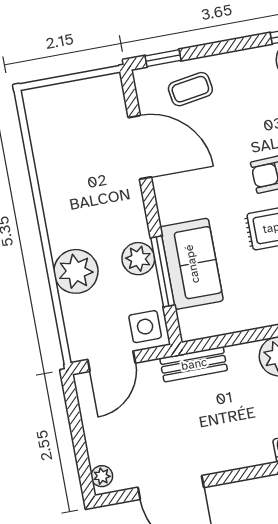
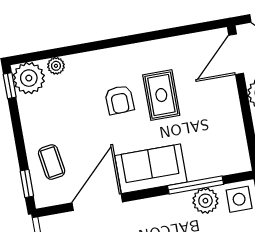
plant: (138, 259) -> (205, 201), moved
sofa: (192, 264) -> (151, 169), moved

